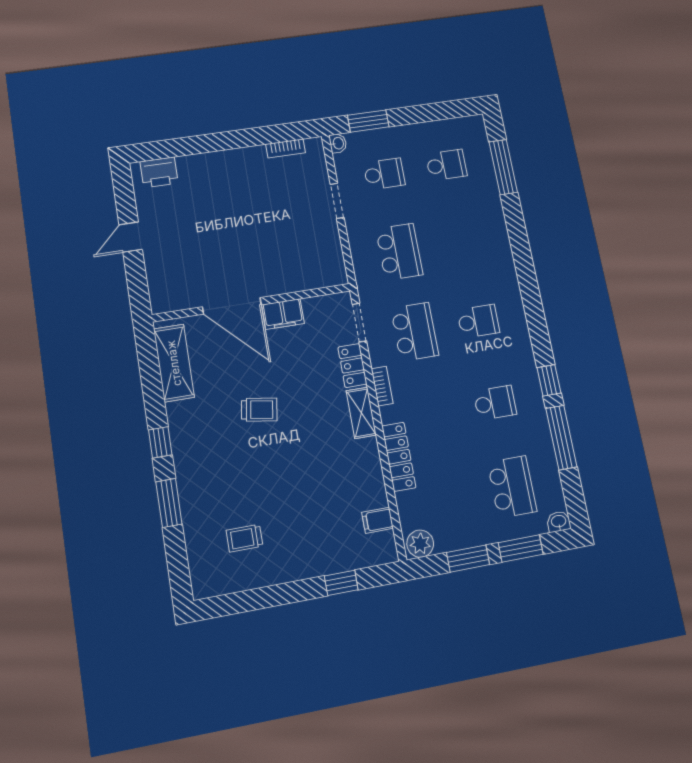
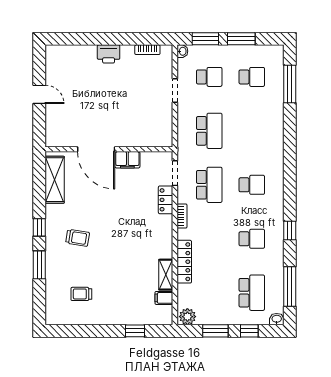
window: (420, 114) -> (241, 39), added
printer: (159, 172) -> (109, 54), moved
door: (131, 237) -> (39, 94), swing flipped
trolley: (259, 410) -> (78, 238), moved
shelving: (361, 413) -> (166, 275), moved
window: (561, 438) -> (290, 286), moved
window: (521, 548) -> (249, 331), width x0.67

